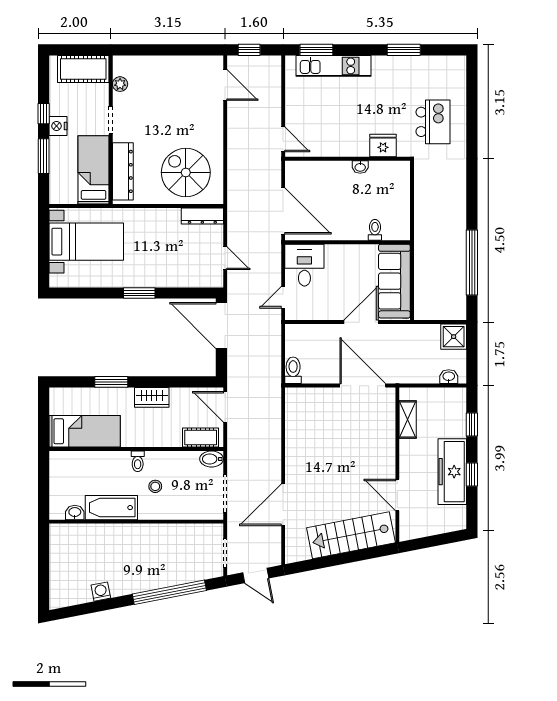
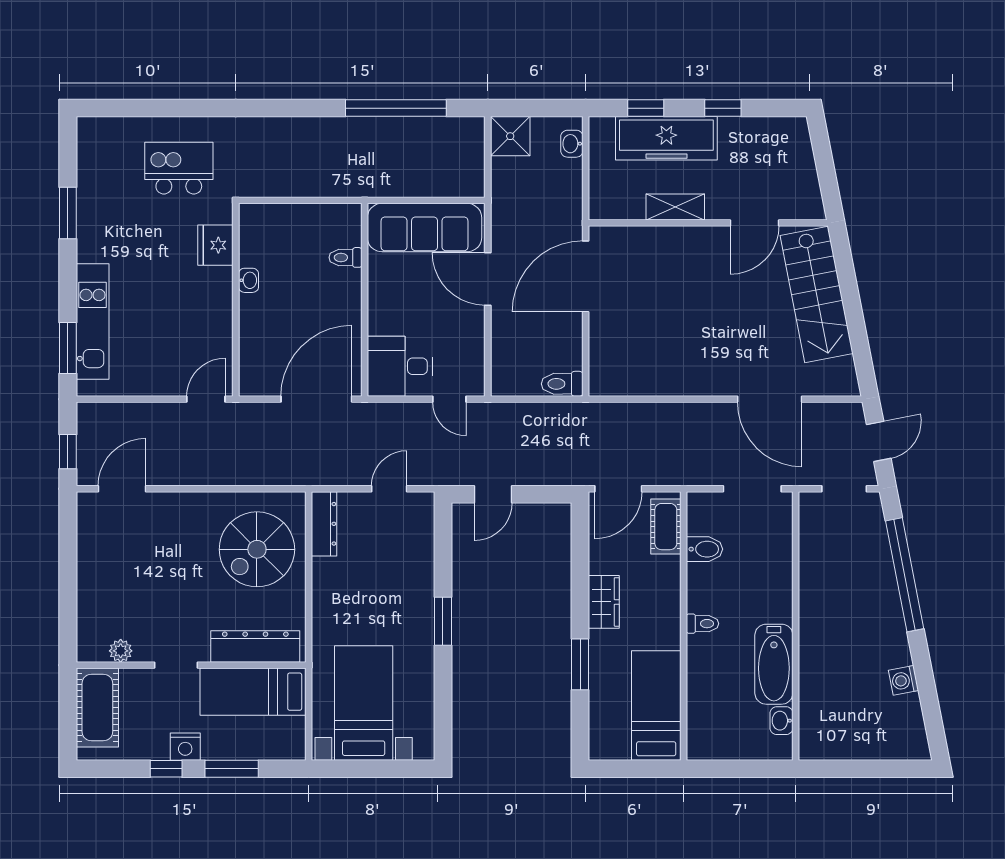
door: (221, 326) -> (493, 494), width x0.53
shelving: (408, 419) -> (675, 207), moved
bidet: (212, 459) -> (705, 549), moved, turned -90
freezer: (452, 472) -> (666, 138), moved
stool: (155, 486) -> (741, 596), removed

